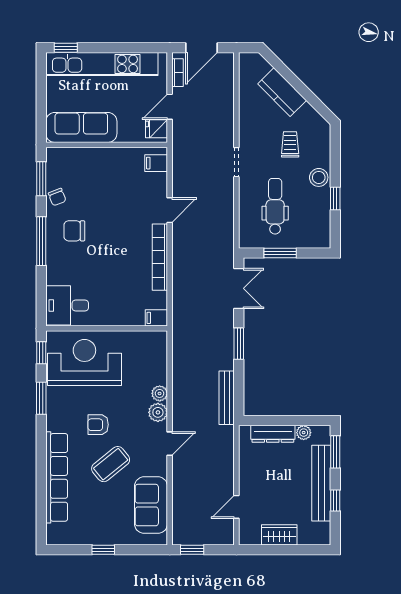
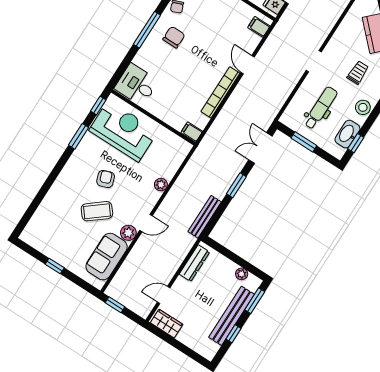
window: (335, 199) -> (356, 143), moved
door: (170, 210) -> (248, 65), swing flipped
washbasin: (320, 216) -> (347, 134), added
chair: (74, 231) -> (174, 37), turned 90
double door: (239, 288) -> (260, 148), swing flipped
plant: (158, 412) -> (128, 233), moved
armchair: (98, 425) -> (106, 179), turned 70
dresser: (273, 434) -> (194, 263), moved, turned -90
row of seats: (57, 477) -> (55, 197), removed
wardrobe: (279, 535) -> (167, 324), moved

